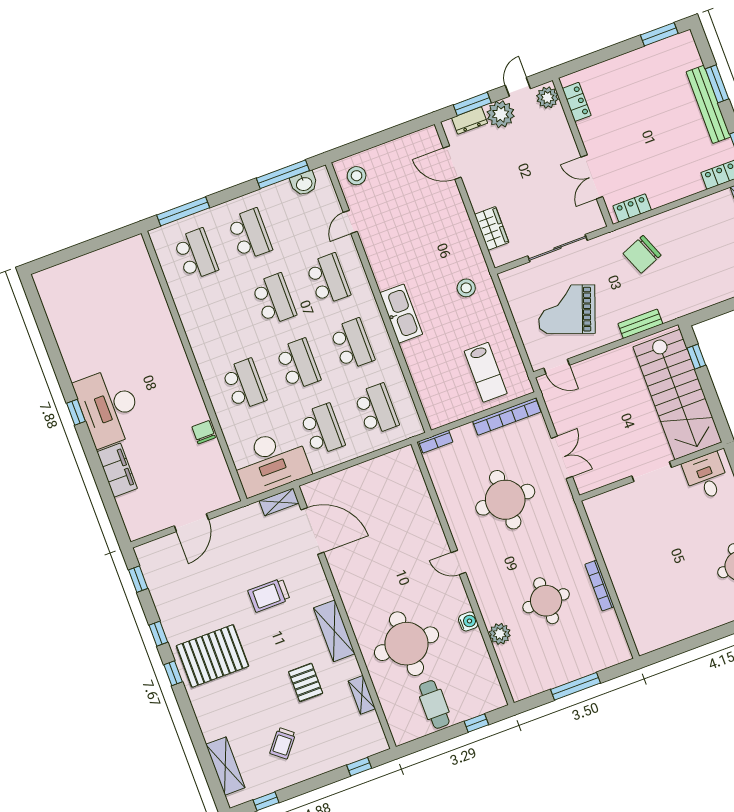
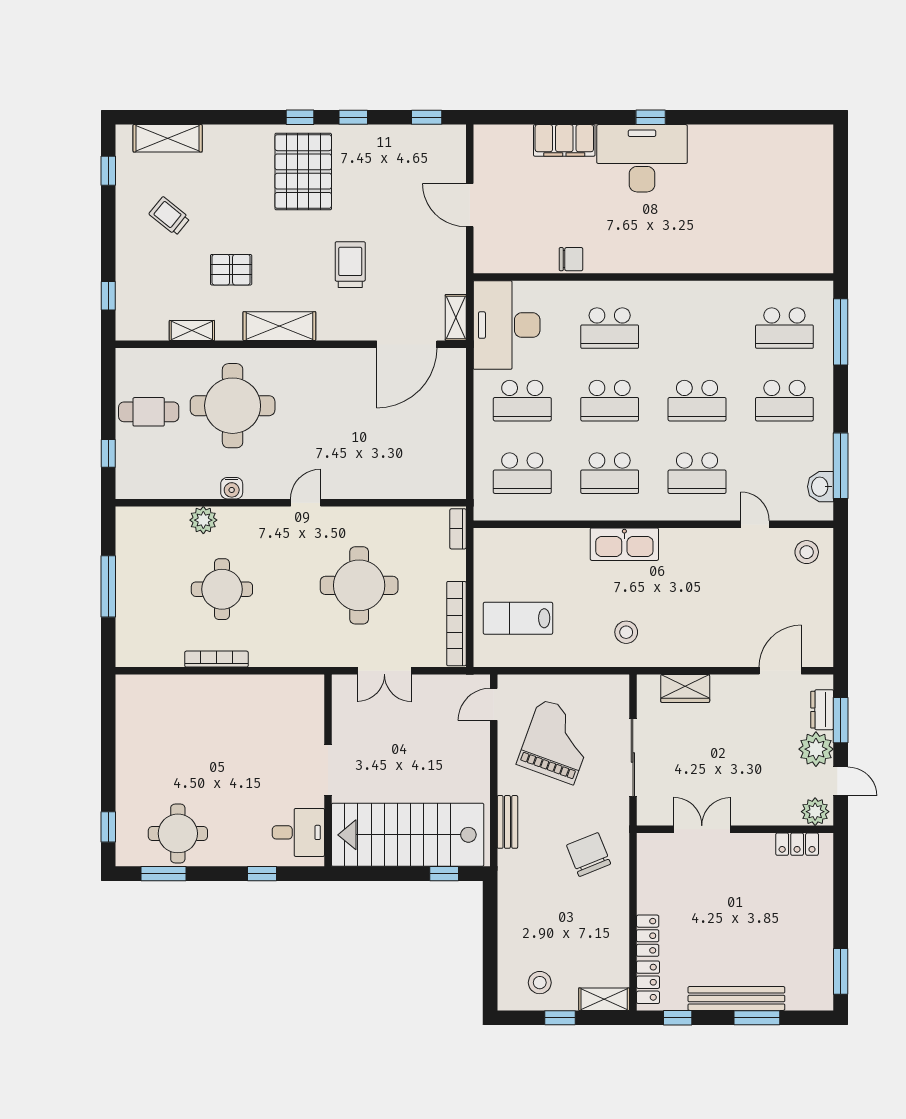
locker: (632, 208) -> (648, 936), moved

